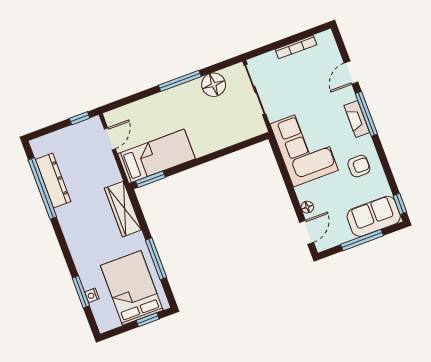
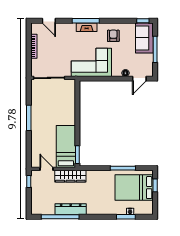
door: (351, 73) -> (49, 21), moved
floor lamp: (214, 85) -> (38, 100), removed
dresser: (53, 181) -> (71, 209), moved
wardrobe: (123, 209) -> (70, 176), moved
door: (307, 232) -> (139, 79), swing flipped

